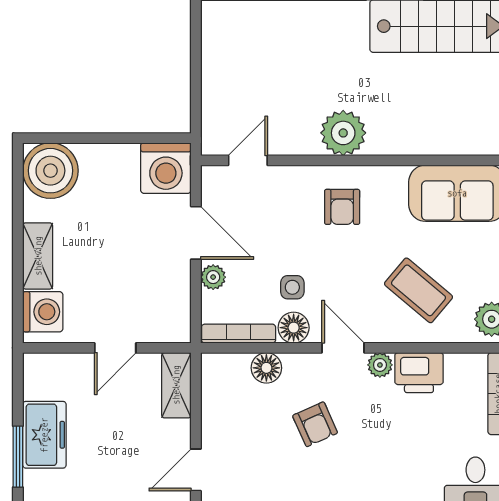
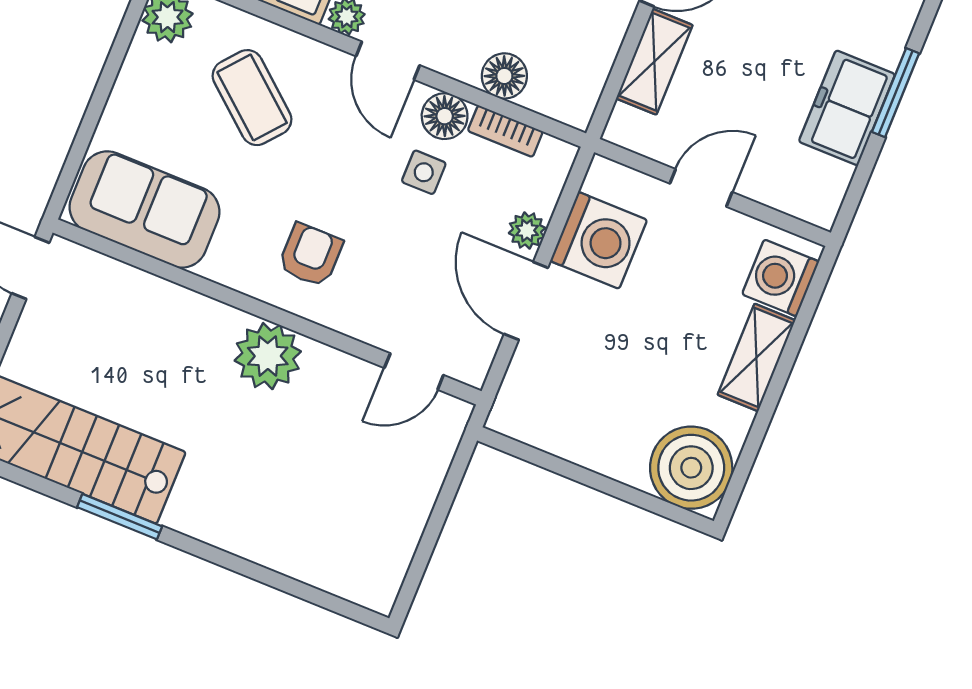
washing machine: (166, 168) -> (599, 240), moved, turned 90
bookcase: (239, 334) -> (505, 131), width x0.64
shelving: (176, 385) -> (654, 62), moved

